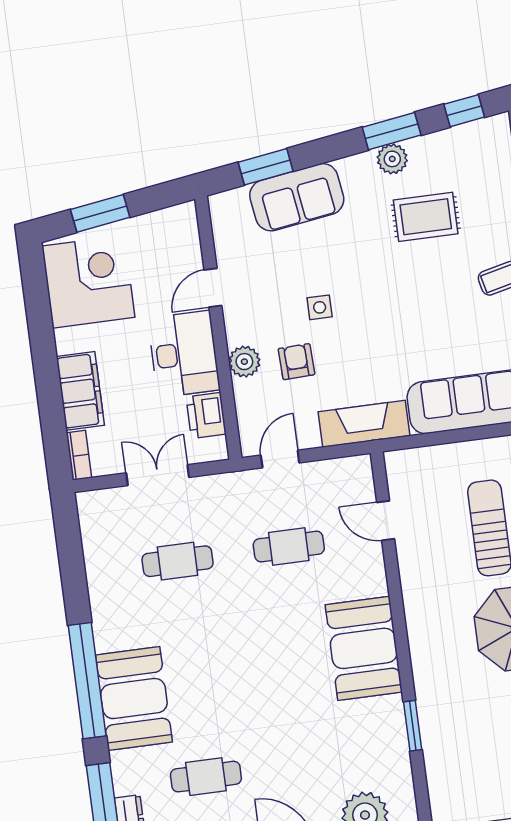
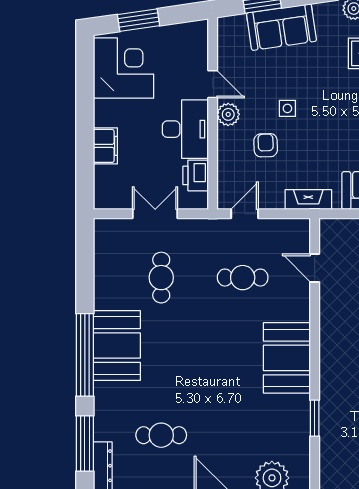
door: (213, 288) -> (213, 84), swing flipped
plant: (244, 362) -> (228, 114), moved
filing cabinet: (80, 391) -> (105, 146), width x0.67, depth x0.86
fireplace: (364, 424) -> (308, 200), width x0.73, depth x0.76
bookcase: (79, 455) -> (100, 192), removed
cafe table: (178, 561) -> (161, 278), turned 90
booth: (134, 699) -> (117, 345), moved

